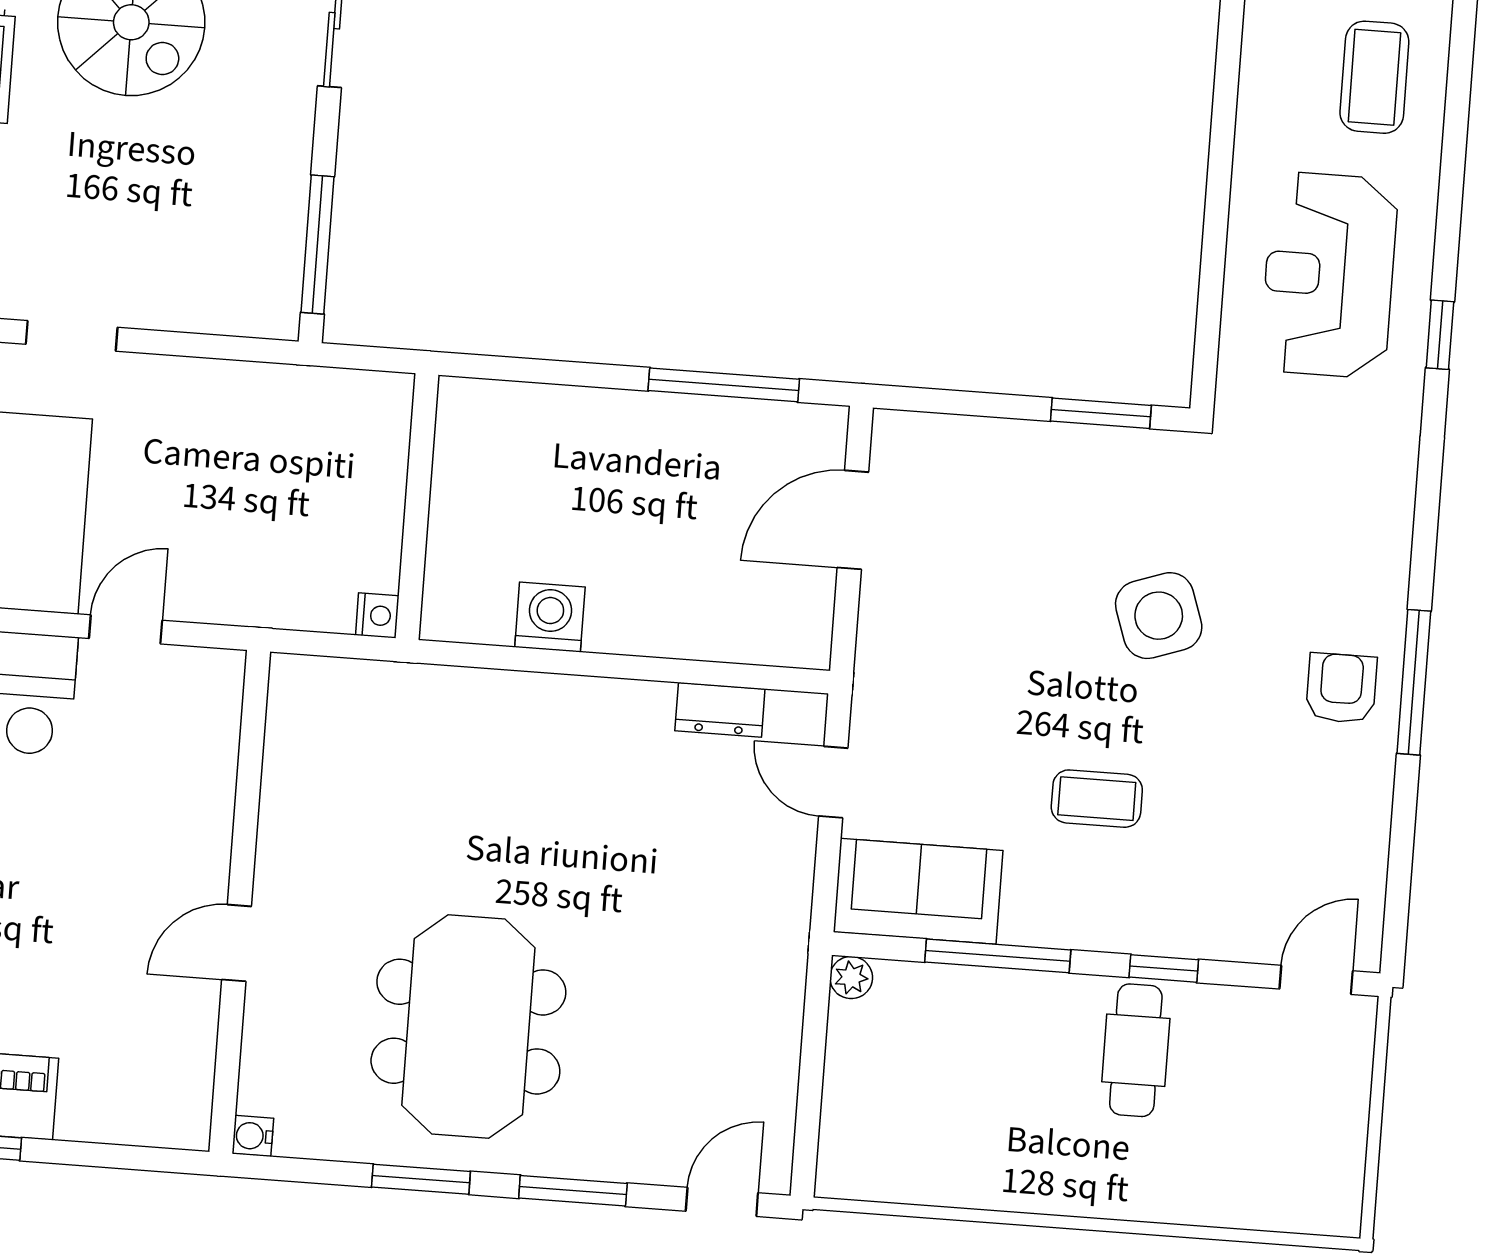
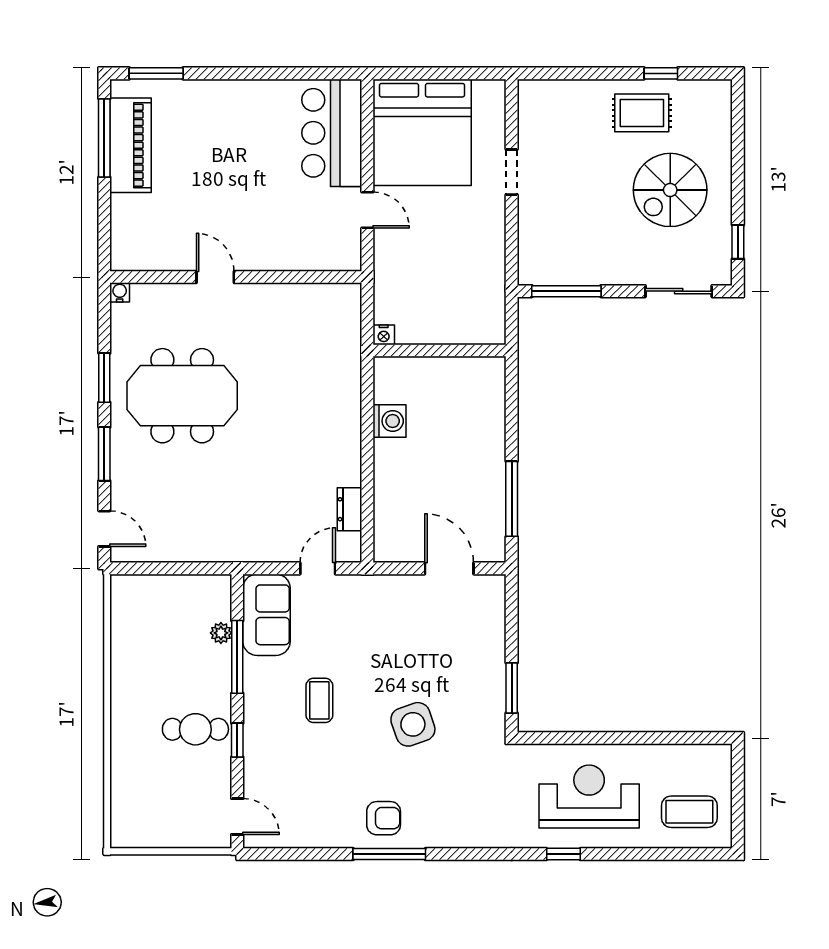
plant: (851, 978) -> (221, 633), moved

